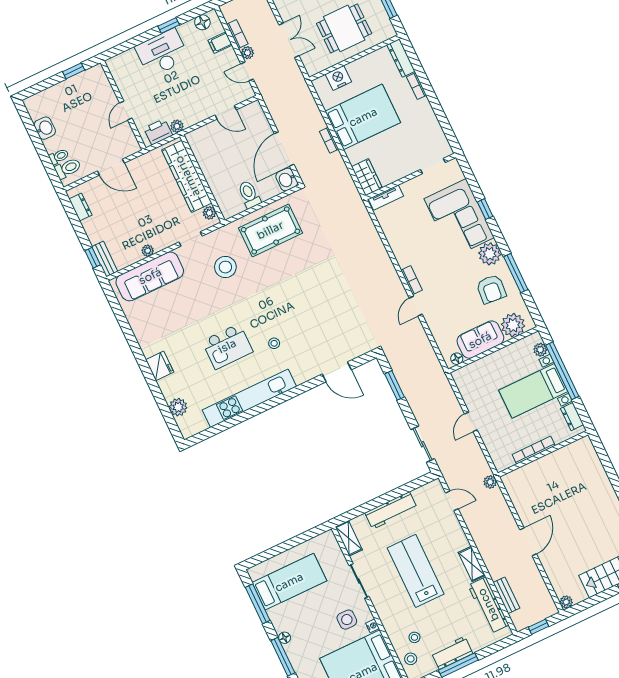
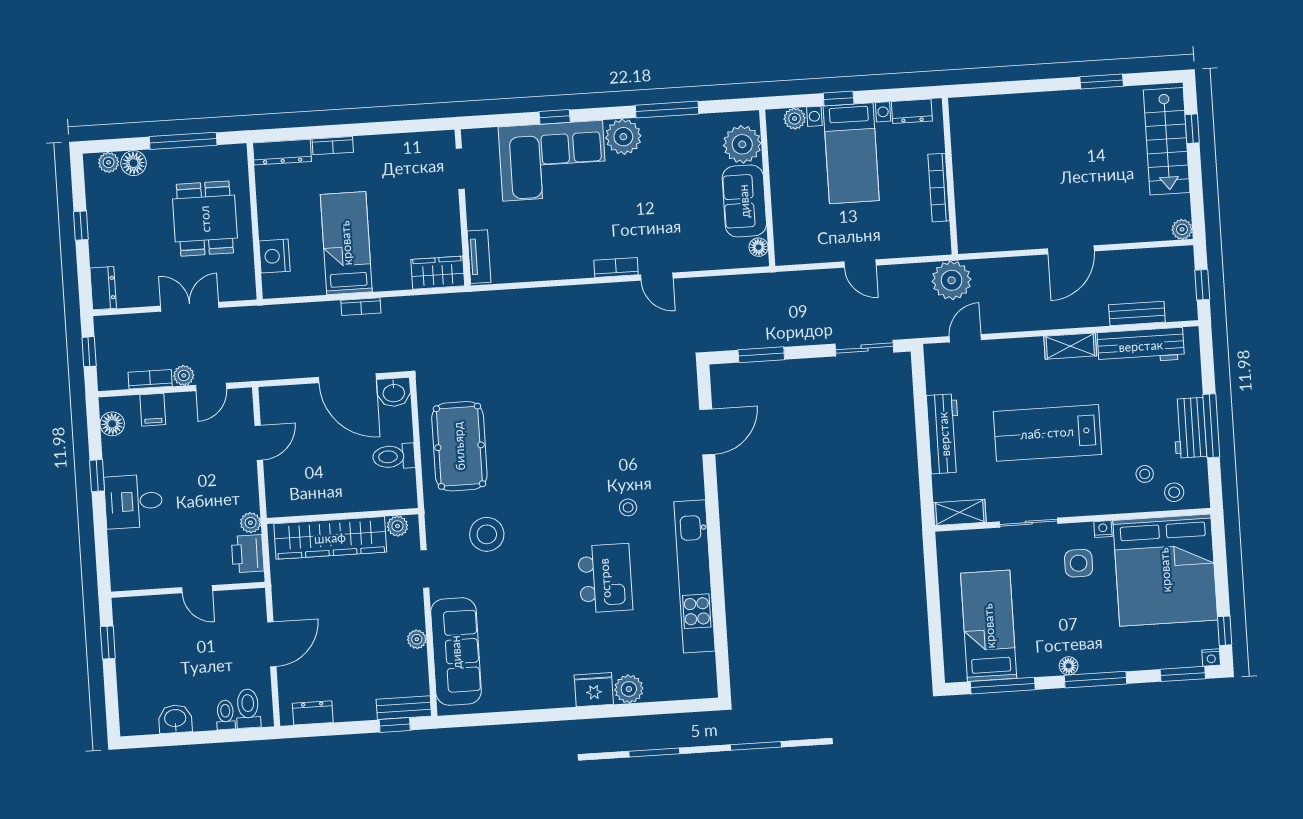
desk: (162, 53) -> (133, 501), width x0.73
bed: (363, 117) -> (346, 243), width x0.67
armchair: (491, 289) -> (676, 155), removed
window: (562, 371) -> (839, 98), width x0.32
plant: (178, 407) -> (629, 689), moved
plant: (490, 482) -> (952, 280), width x1.87, depth x1.87
door: (528, 542) -> (1071, 250), swing flipped

